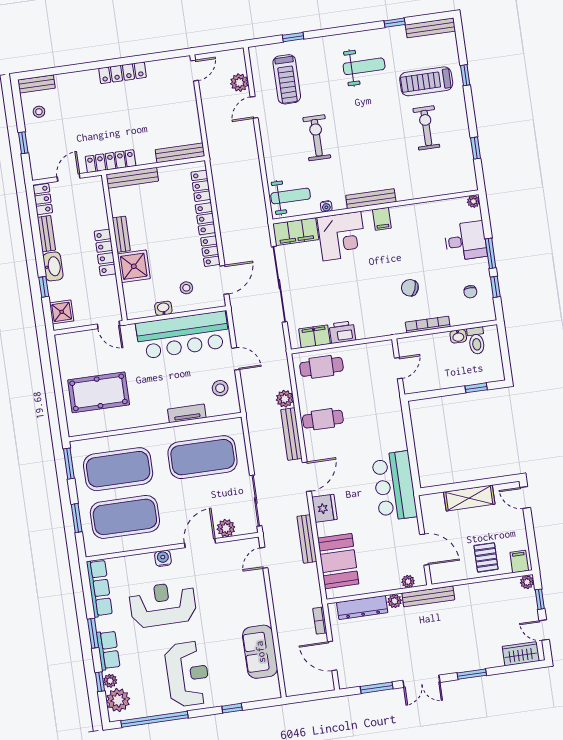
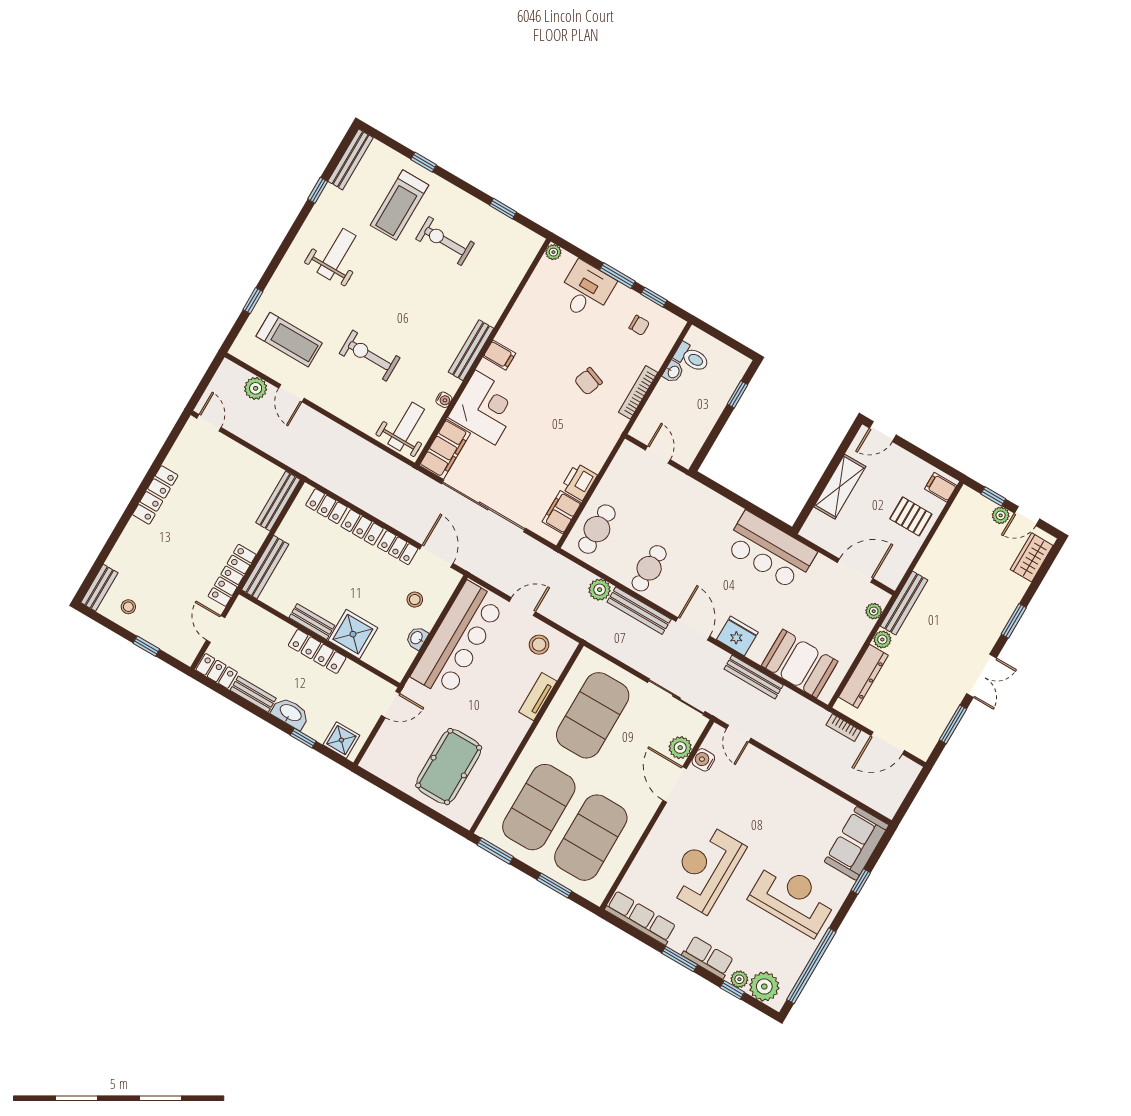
water cooler: (163, 558) -> (703, 760), moved
plant: (527, 582) -> (1001, 515), moved
sofa: (260, 652) -> (857, 843), moved, turned 90

